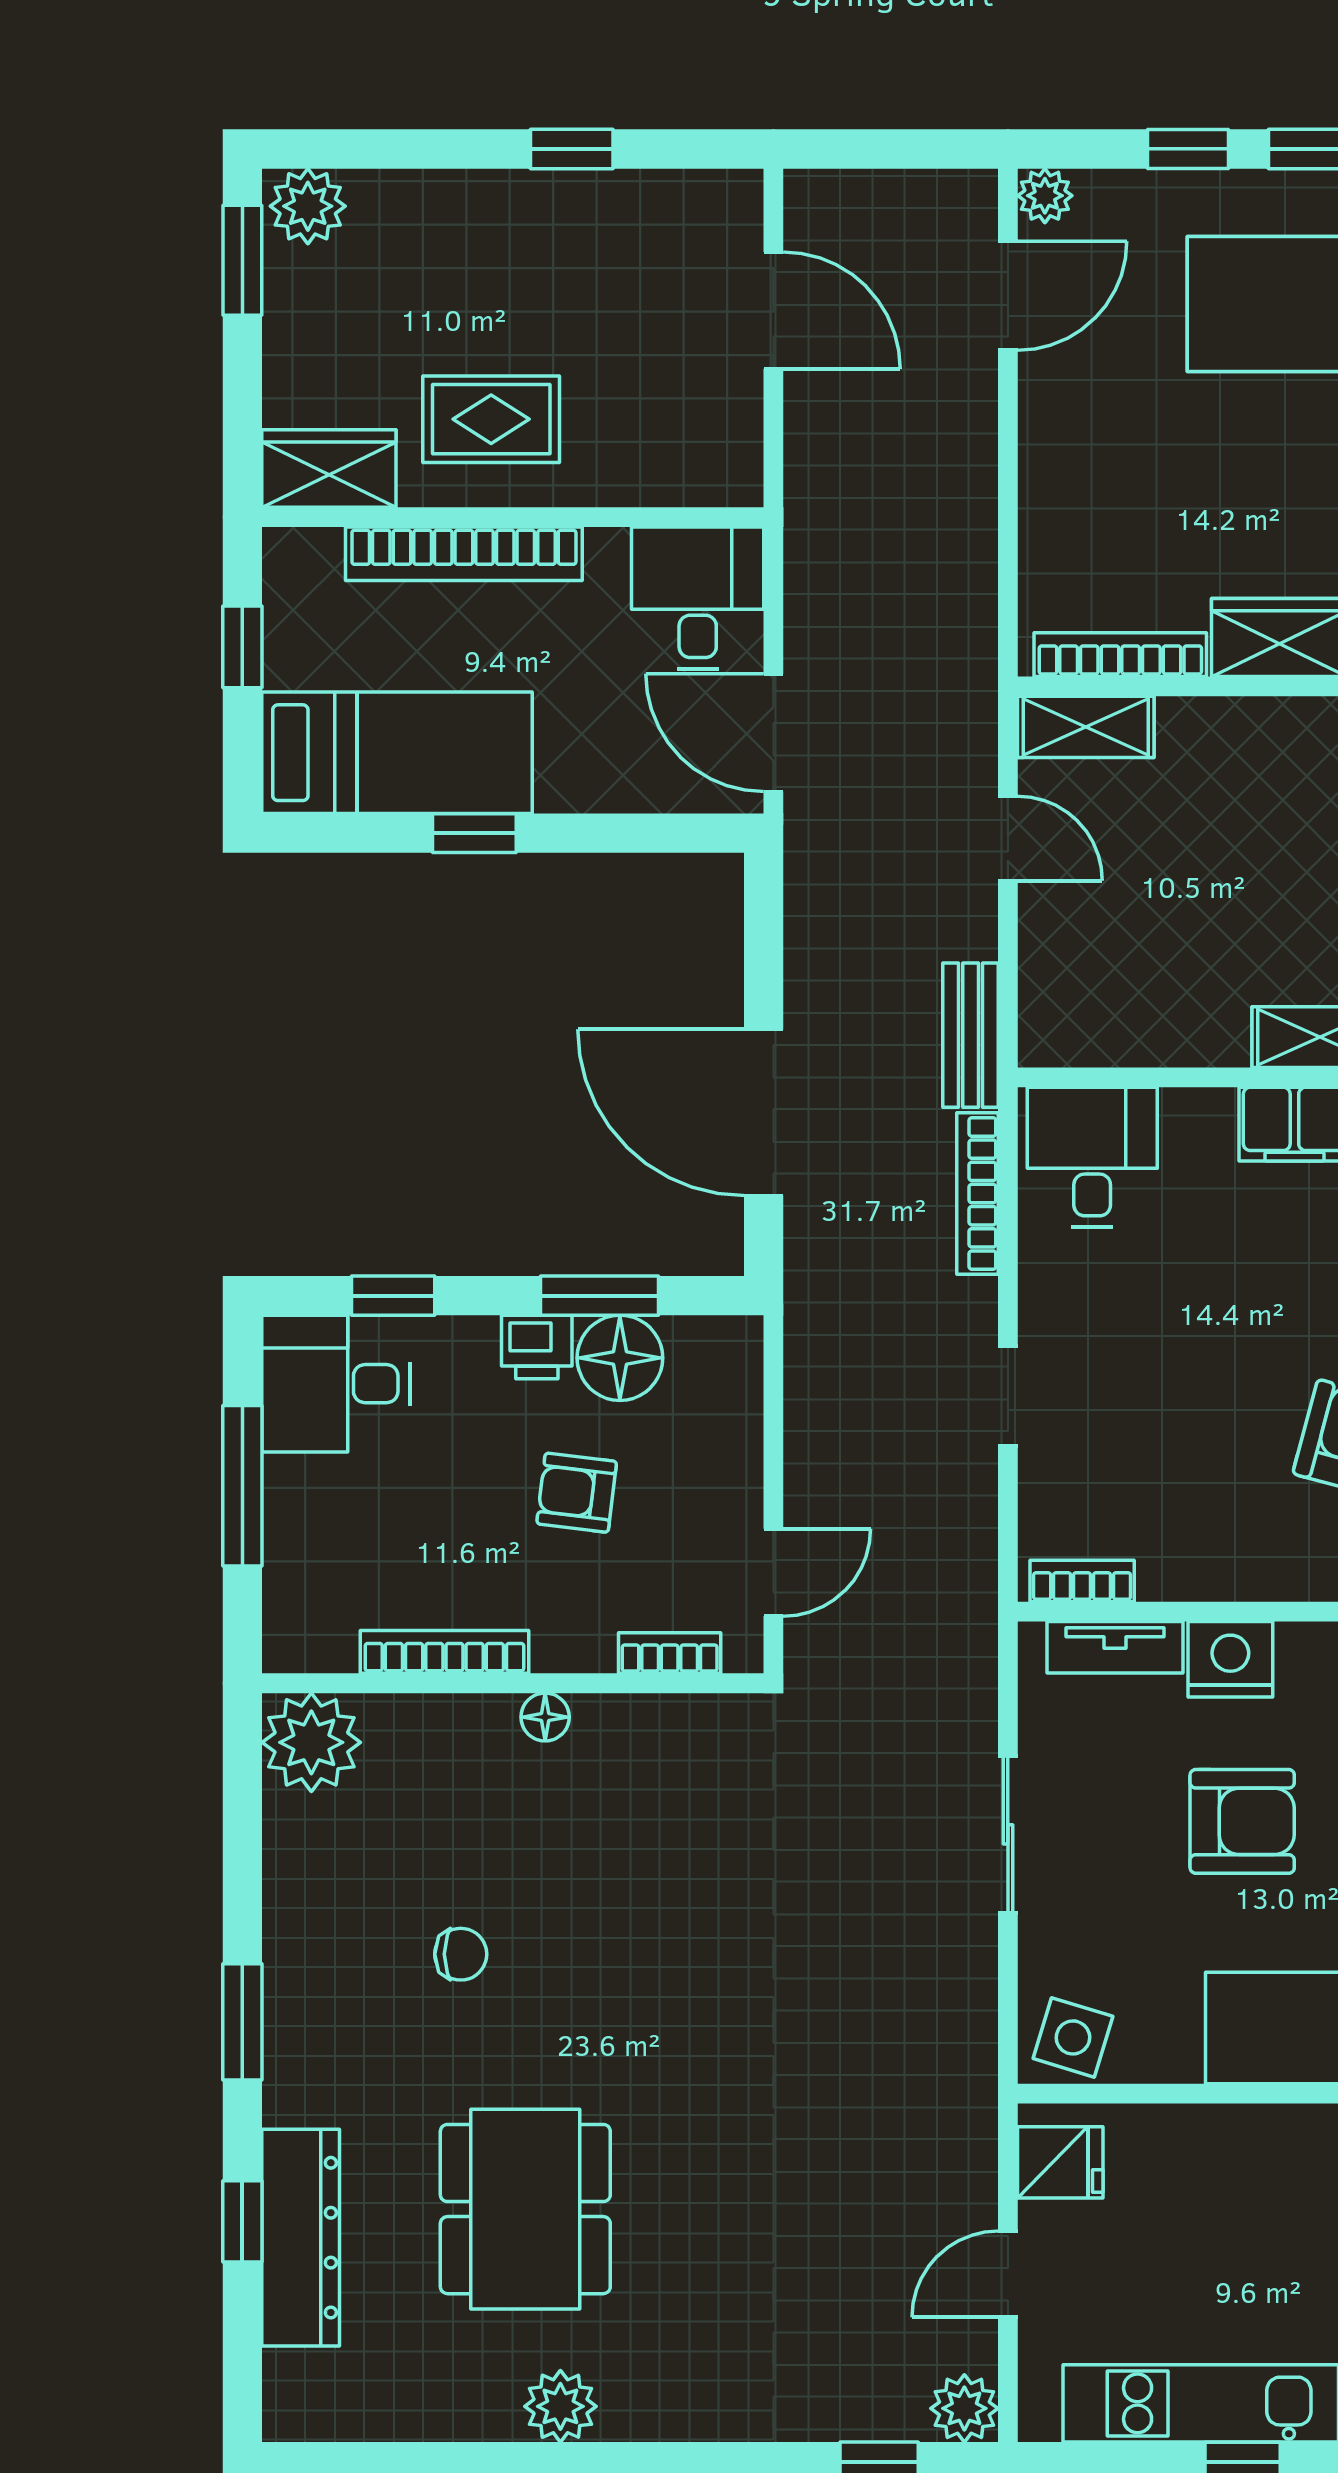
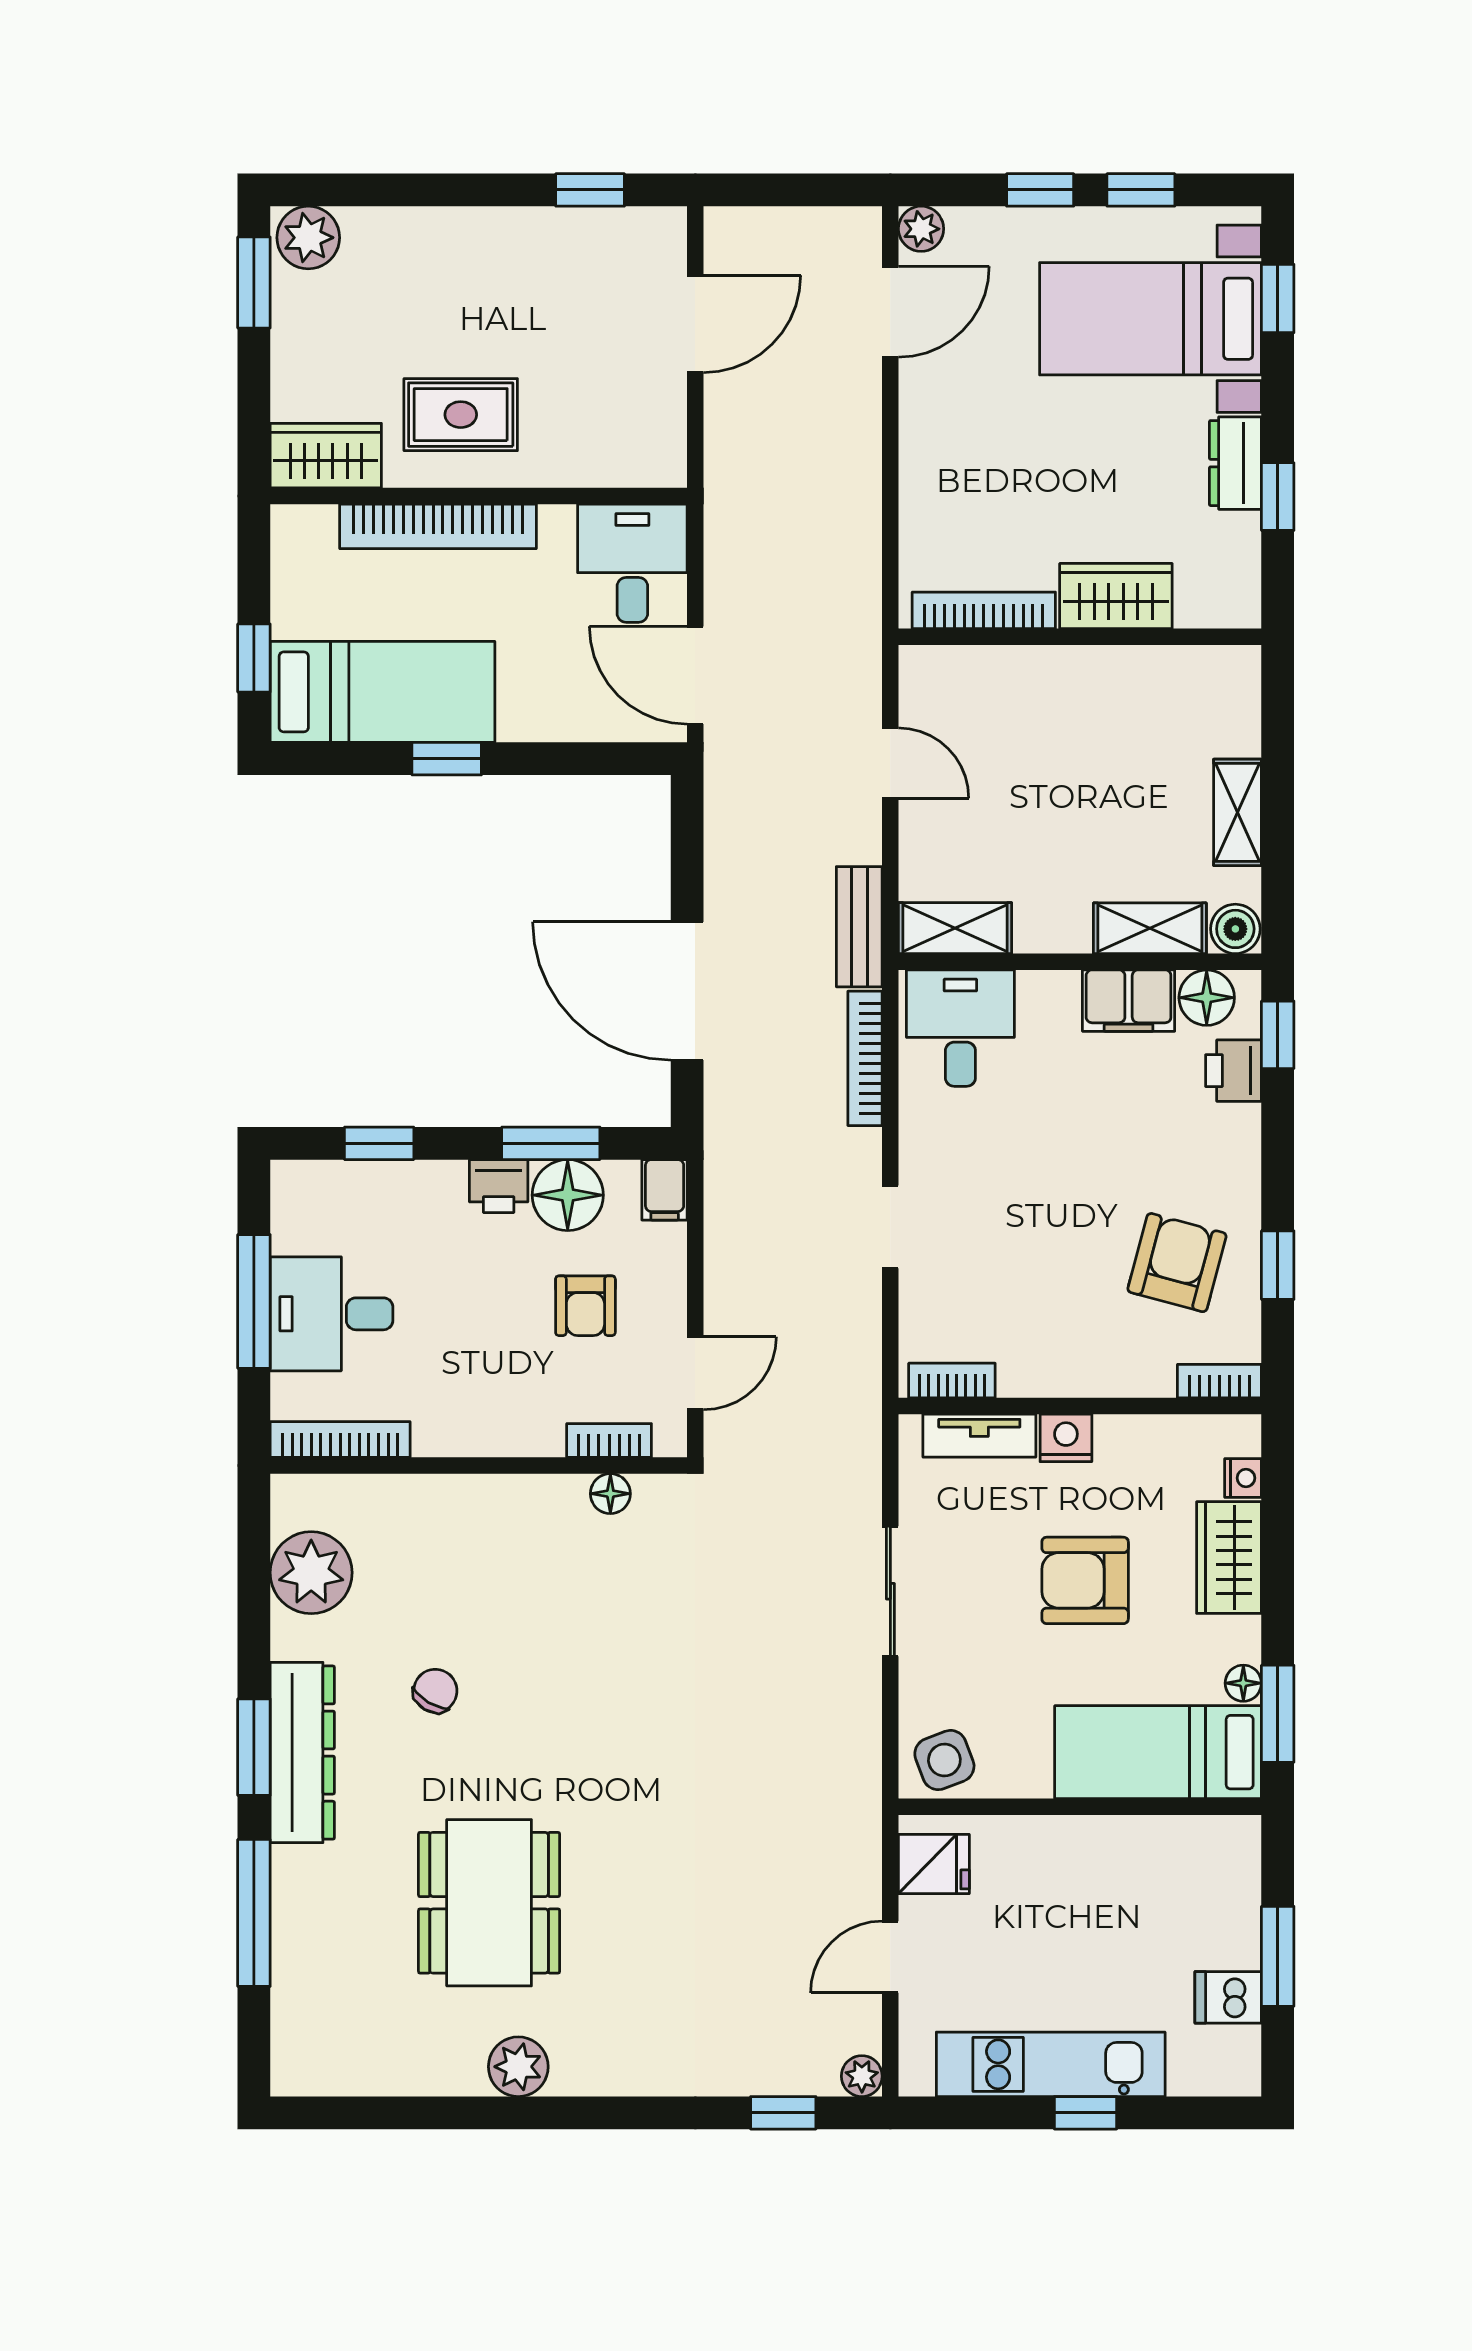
window: (572, 149) -> (590, 190), moved
door: (773, 310) -> (695, 324), hinge flipped
window: (242, 647) -> (254, 658), moved
shelving: (1086, 727) -> (955, 928), moved
filing cabinet: (736, 1352) -> (665, 1190), added
desk: (336, 1384) -> (332, 1314), moved
armchair: (577, 1493) -> (585, 1306), moved, turned -97
bookcase: (444, 1652) -> (340, 1440), moved
nightstand: (1230, 1659) -> (1066, 1438), width x0.74, depth x0.75
floor lamp: (545, 1717) -> (610, 1494), moved
plant: (311, 1742) -> (311, 1573), moved
armchair: (1242, 1821) -> (1085, 1580), turned 180
chair: (461, 1954) -> (435, 1691), turned -59
side table: (1073, 2037) -> (944, 1760), turned -38
window: (242, 2221) -> (254, 1913), width x2.17
dresser: (301, 2238) -> (302, 1753), moved
plant: (964, 2408) -> (862, 2076), width x0.73, depth x0.73

